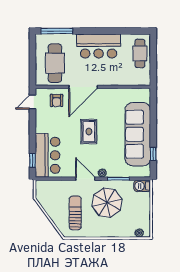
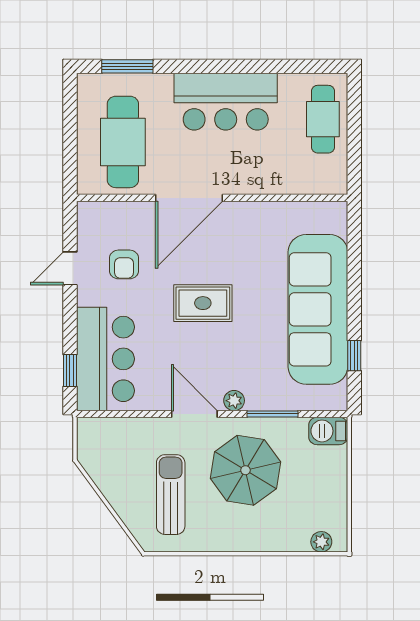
window: (57, 31) -> (127, 66), width x0.69
armchair: (57, 100) -> (124, 264), moved
door: (32, 102) -> (70, 268), moved
rug: (89, 132) -> (203, 303), turned 90

